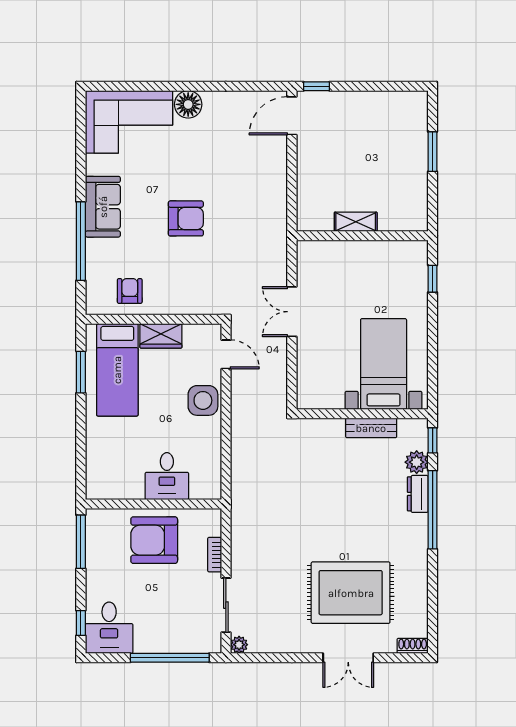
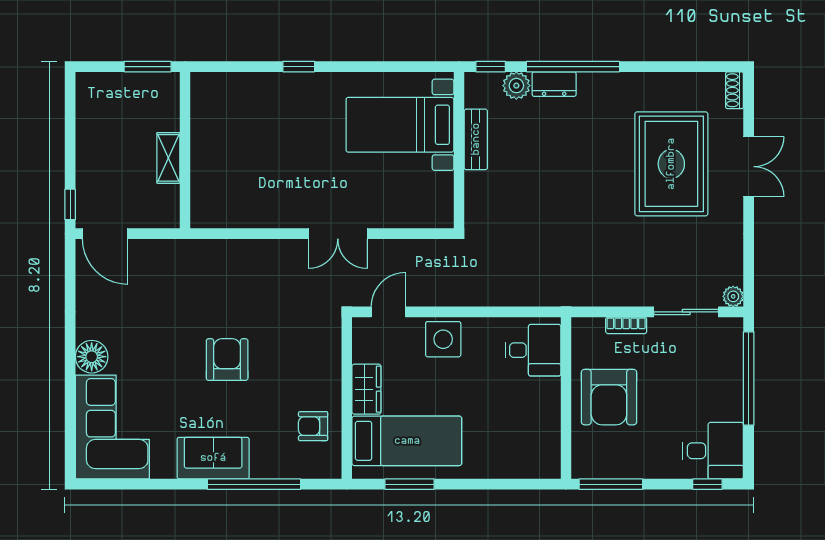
shelving: (356, 222) -> (168, 158), moved
wall: (362, 236) -> (185, 150), moved
desk: (167, 476) -> (533, 350), moved

